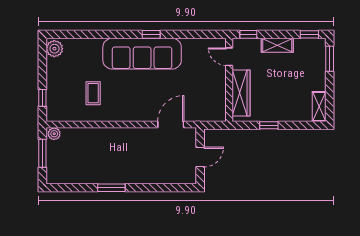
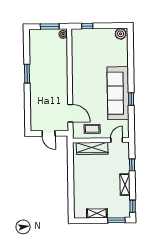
door: (229, 57) -> (117, 140), moved
wall: (229, 80) -> (101, 140), moved
coffee table: (93, 93) -> (92, 129), moved
wardrobe: (241, 93) -> (92, 148), moved
shelving: (319, 106) -> (97, 213), moved
window: (269, 125) -> (71, 180), removed

